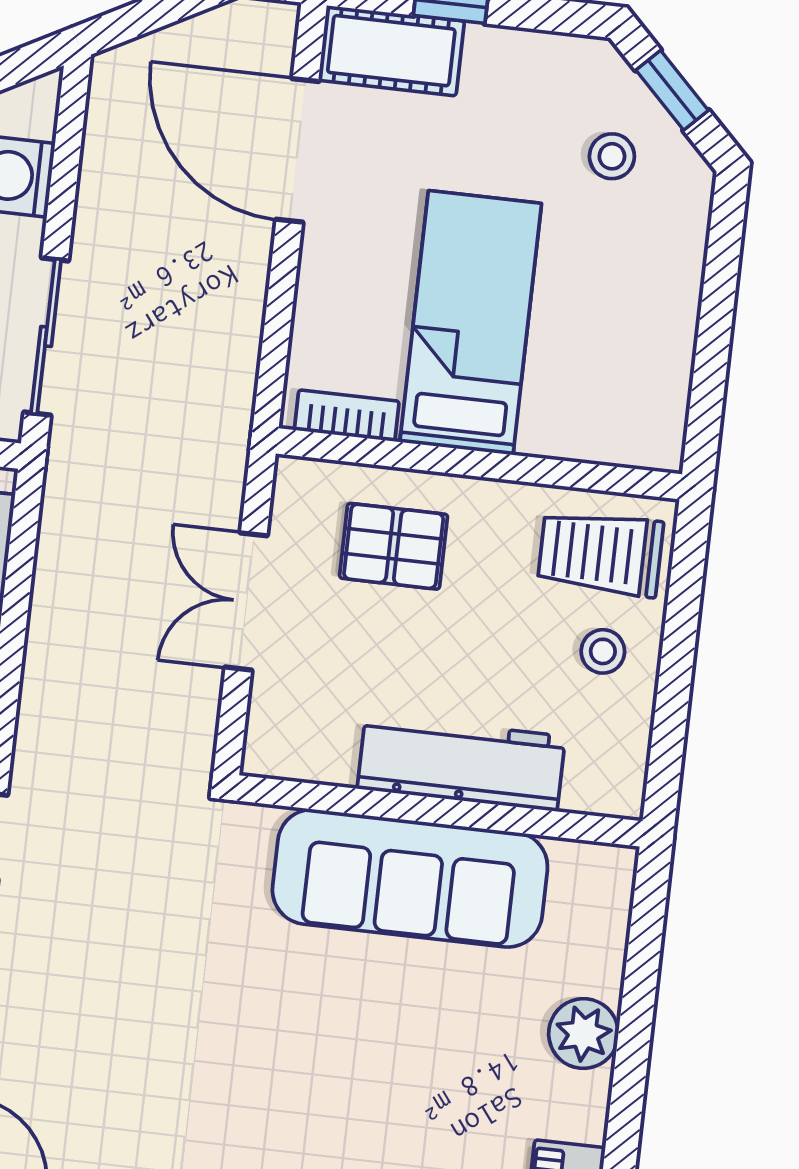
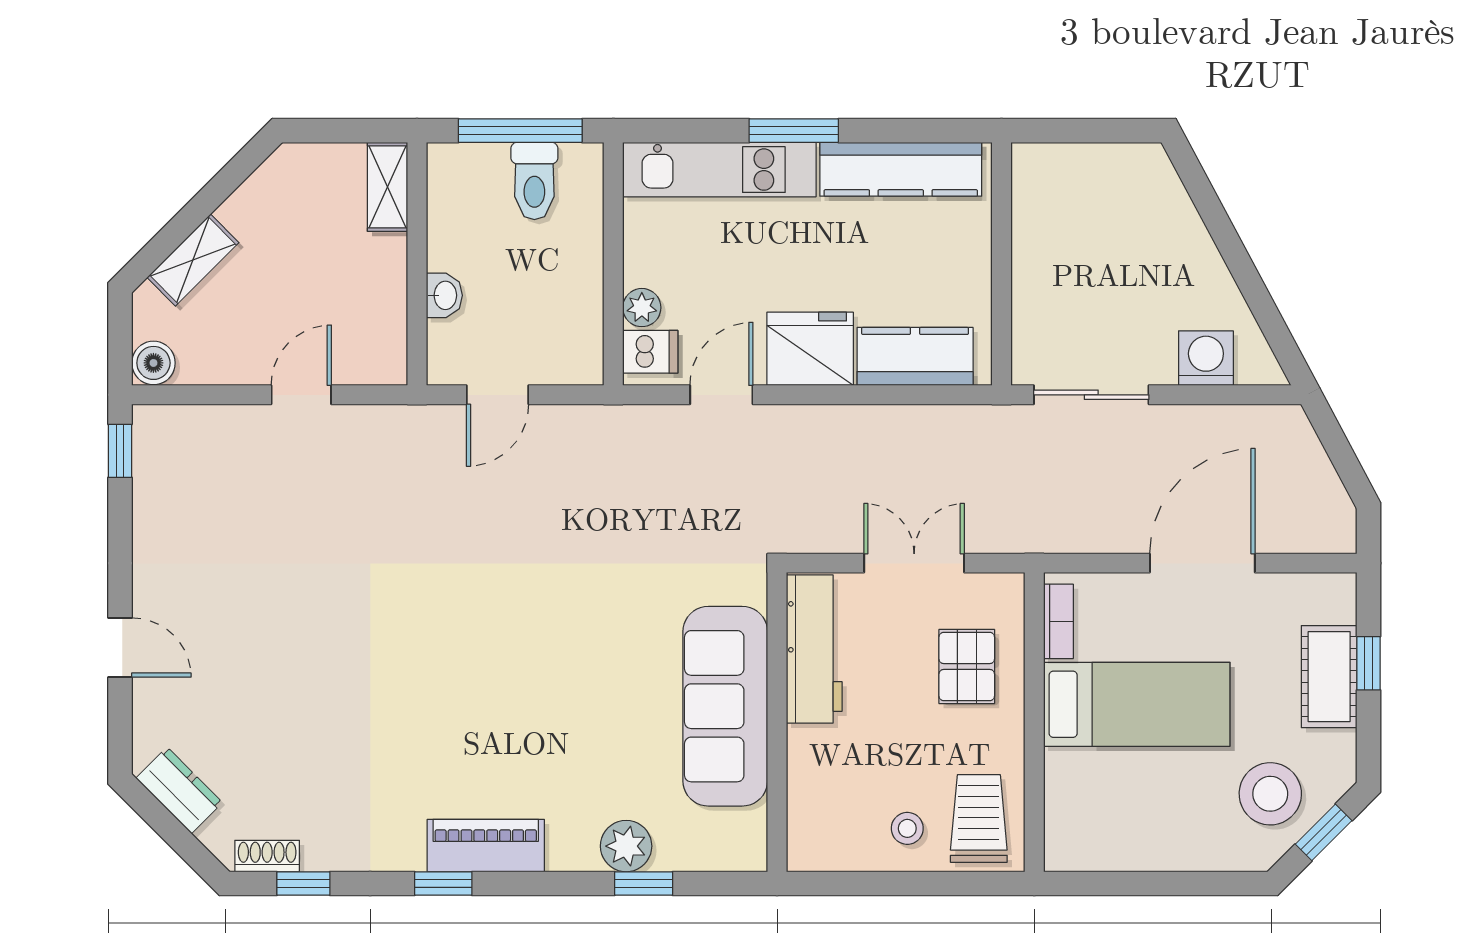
cot: (391, 51) -> (1329, 677), moved
door: (297, 150) -> (1202, 563), moved
stool: (612, 156) -> (1270, 794), width x1.89, depth x1.89
workbench: (461, 762) -> (814, 649), moved
window: (637, 1016) -> (644, 883), added

